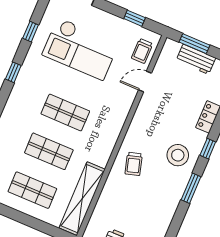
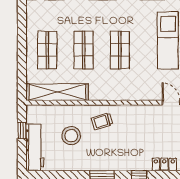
stool: (178, 155) -> (71, 136), moved

